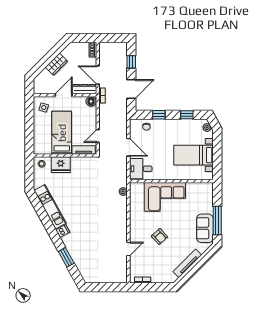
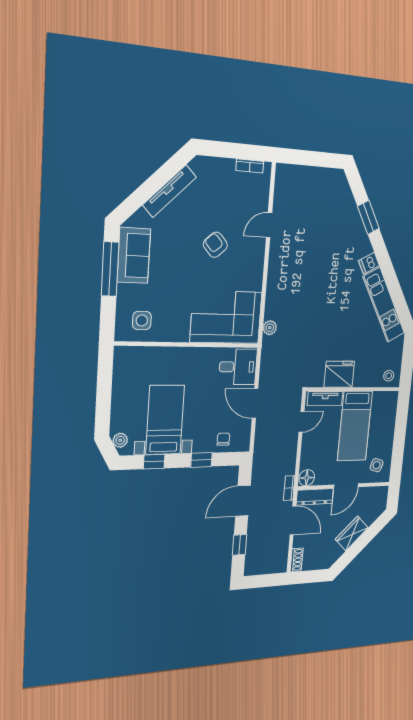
bed with nightstands: (194, 155) -> (165, 420), moved, turned -90
fridge: (61, 165) -> (339, 374), moved
side table: (199, 194) -> (142, 320), added
corner sofa: (165, 197) -> (226, 317), moved

